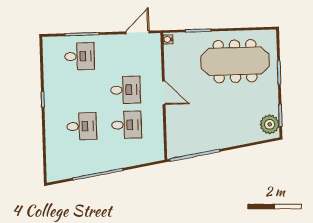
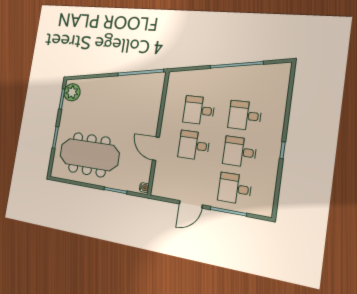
door: (137, 32) -> (191, 204), moved
desk: (81, 91) -> (240, 152), added
door: (164, 93) -> (156, 149), moved

